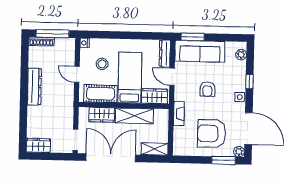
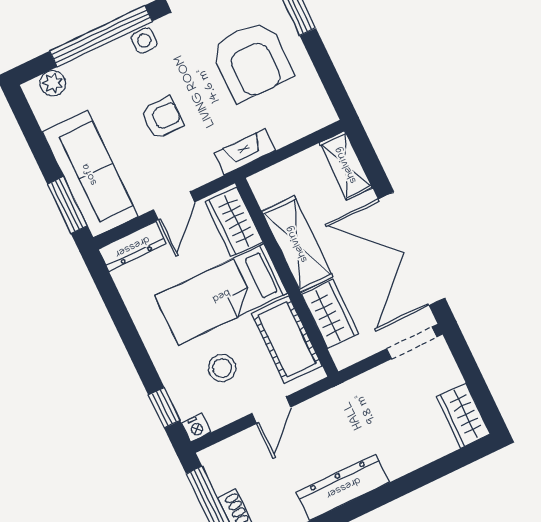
window: (98, 35) -> (164, 408), added
window: (250, 82) -> (101, 36), width x3.17

